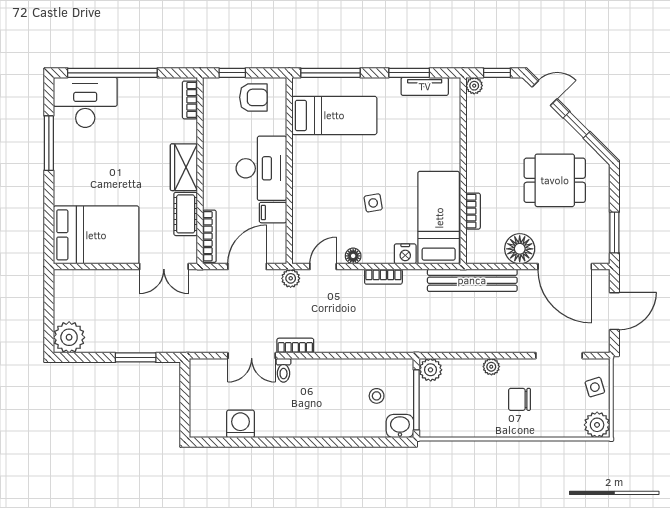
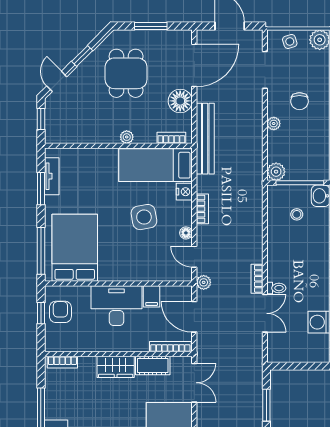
window: (232, 73) -> (41, 313), moved
plant: (474, 86) -> (127, 137), moved
bed: (334, 115) -> (75, 248), width x1.50
side table: (373, 203) -> (144, 217), width x1.87, depth x1.87
bookcase: (473, 211) -> (171, 138), moved
window: (614, 232) -> (151, 26), moved

